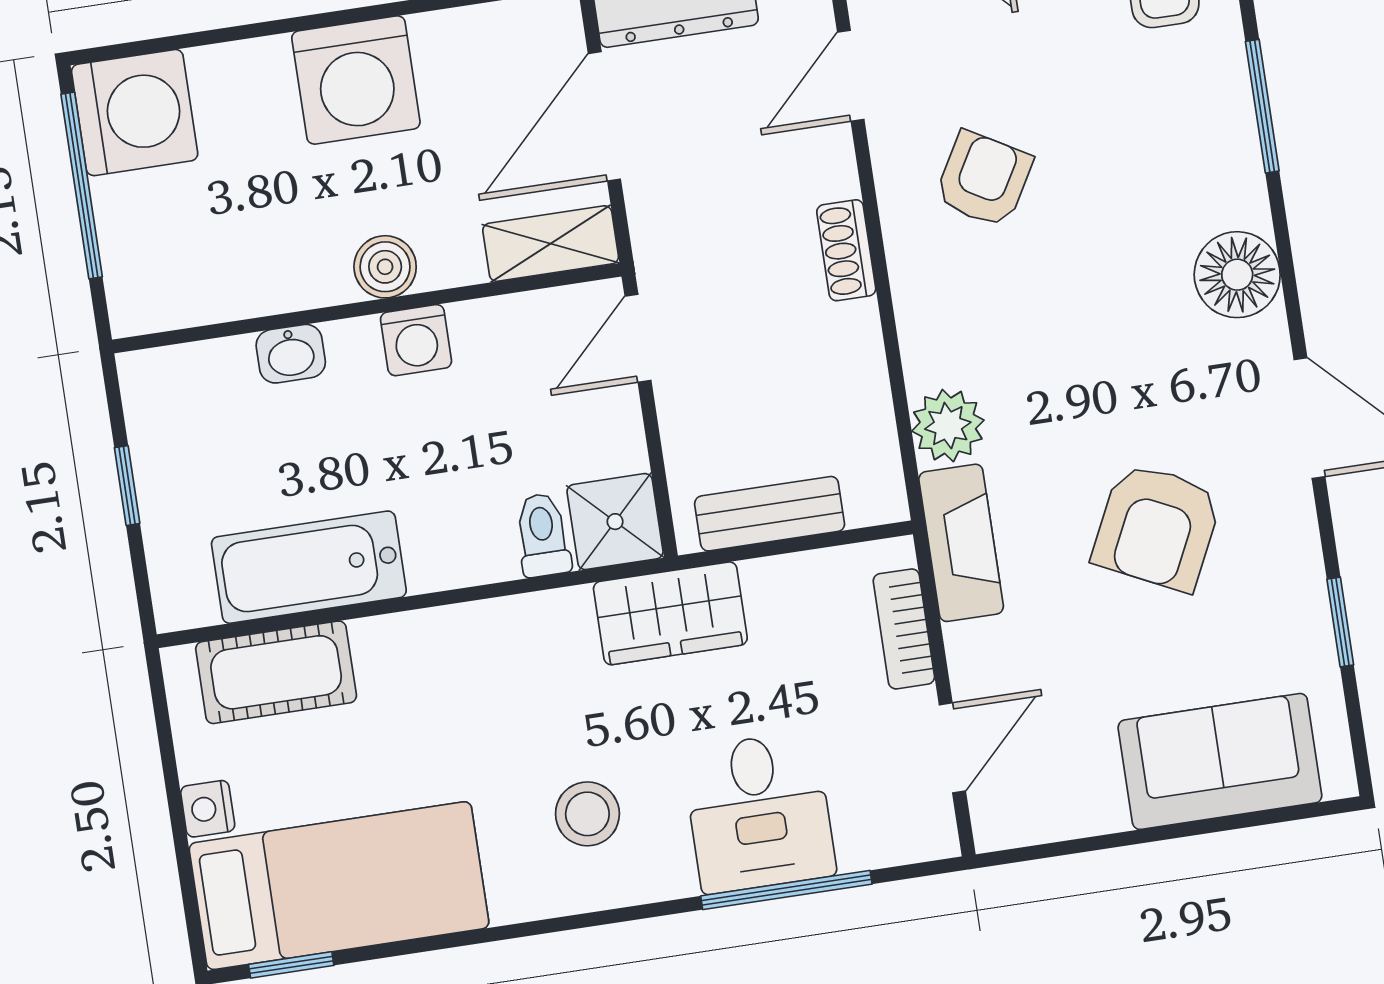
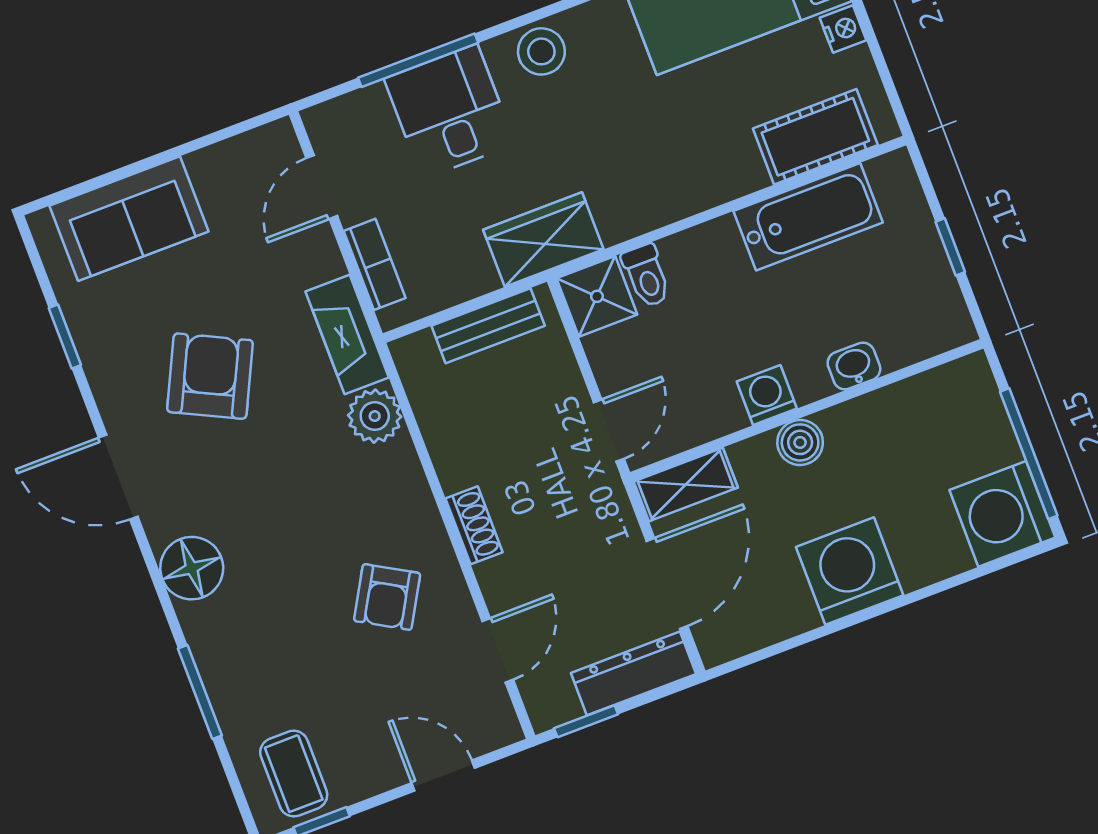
stool: (587, 814) -> (541, 51), moved

